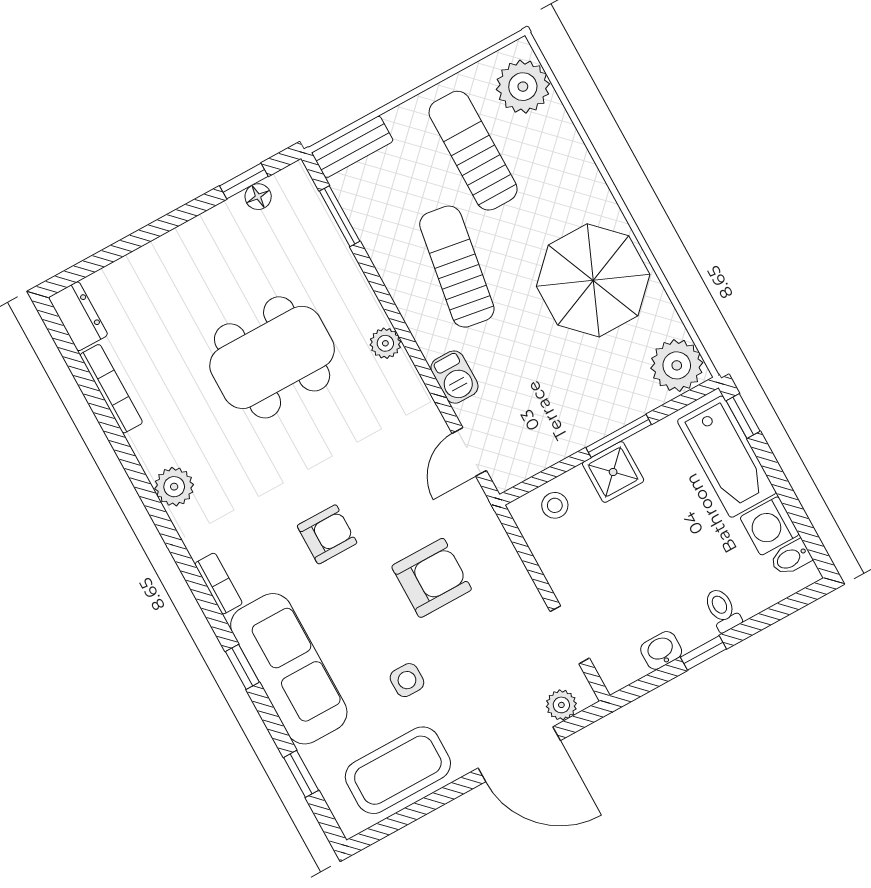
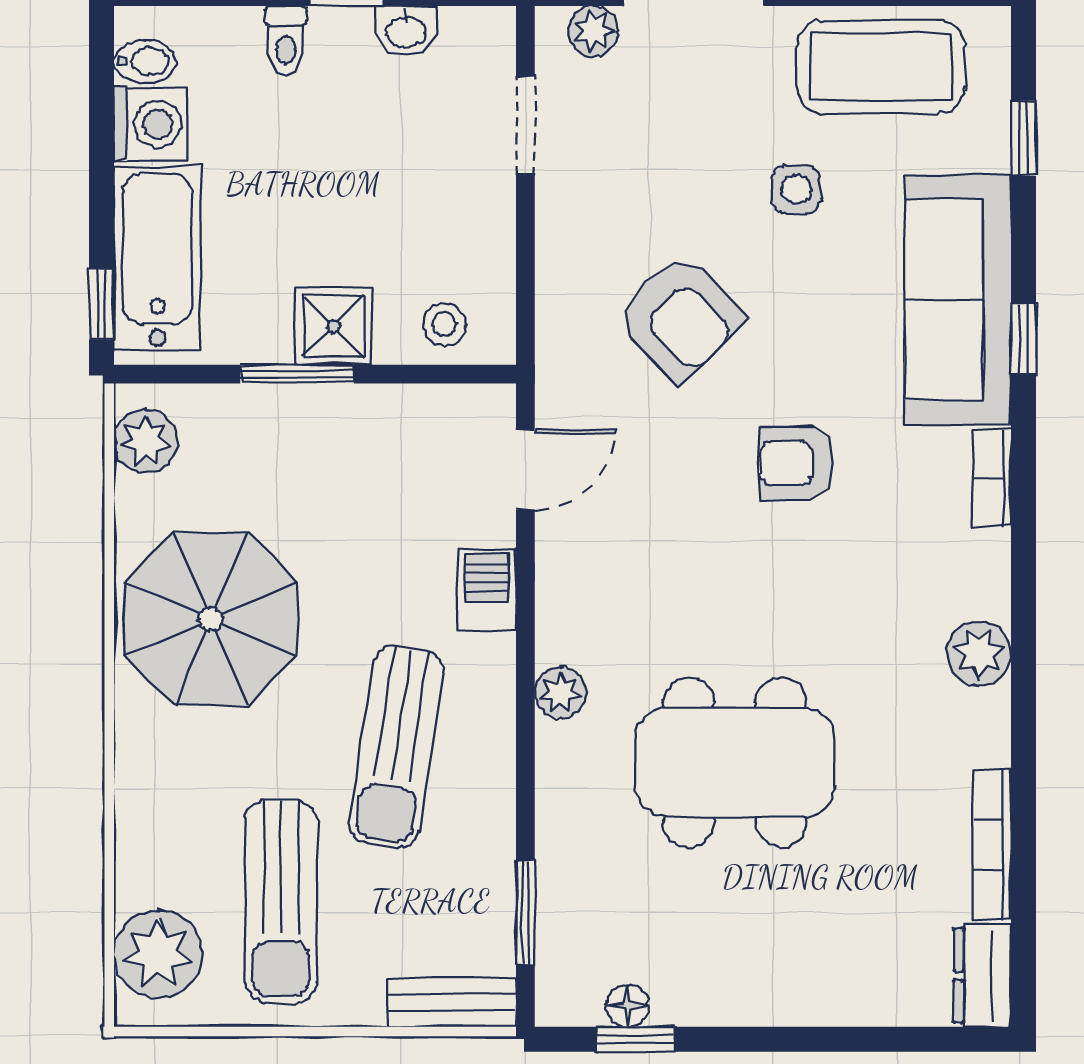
plant: (677, 365) -> (146, 441), width x0.73, depth x0.73
armchair: (432, 578) -> (680, 318), turned -134

